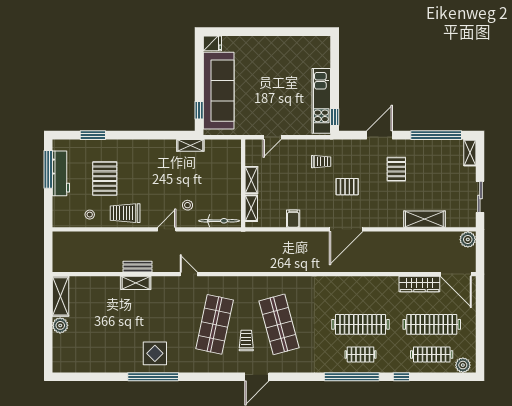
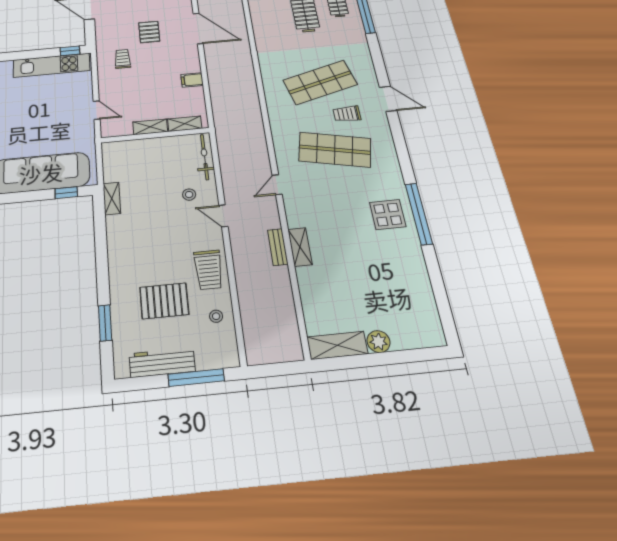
window: (48, 169) -> (196, 378), moved

